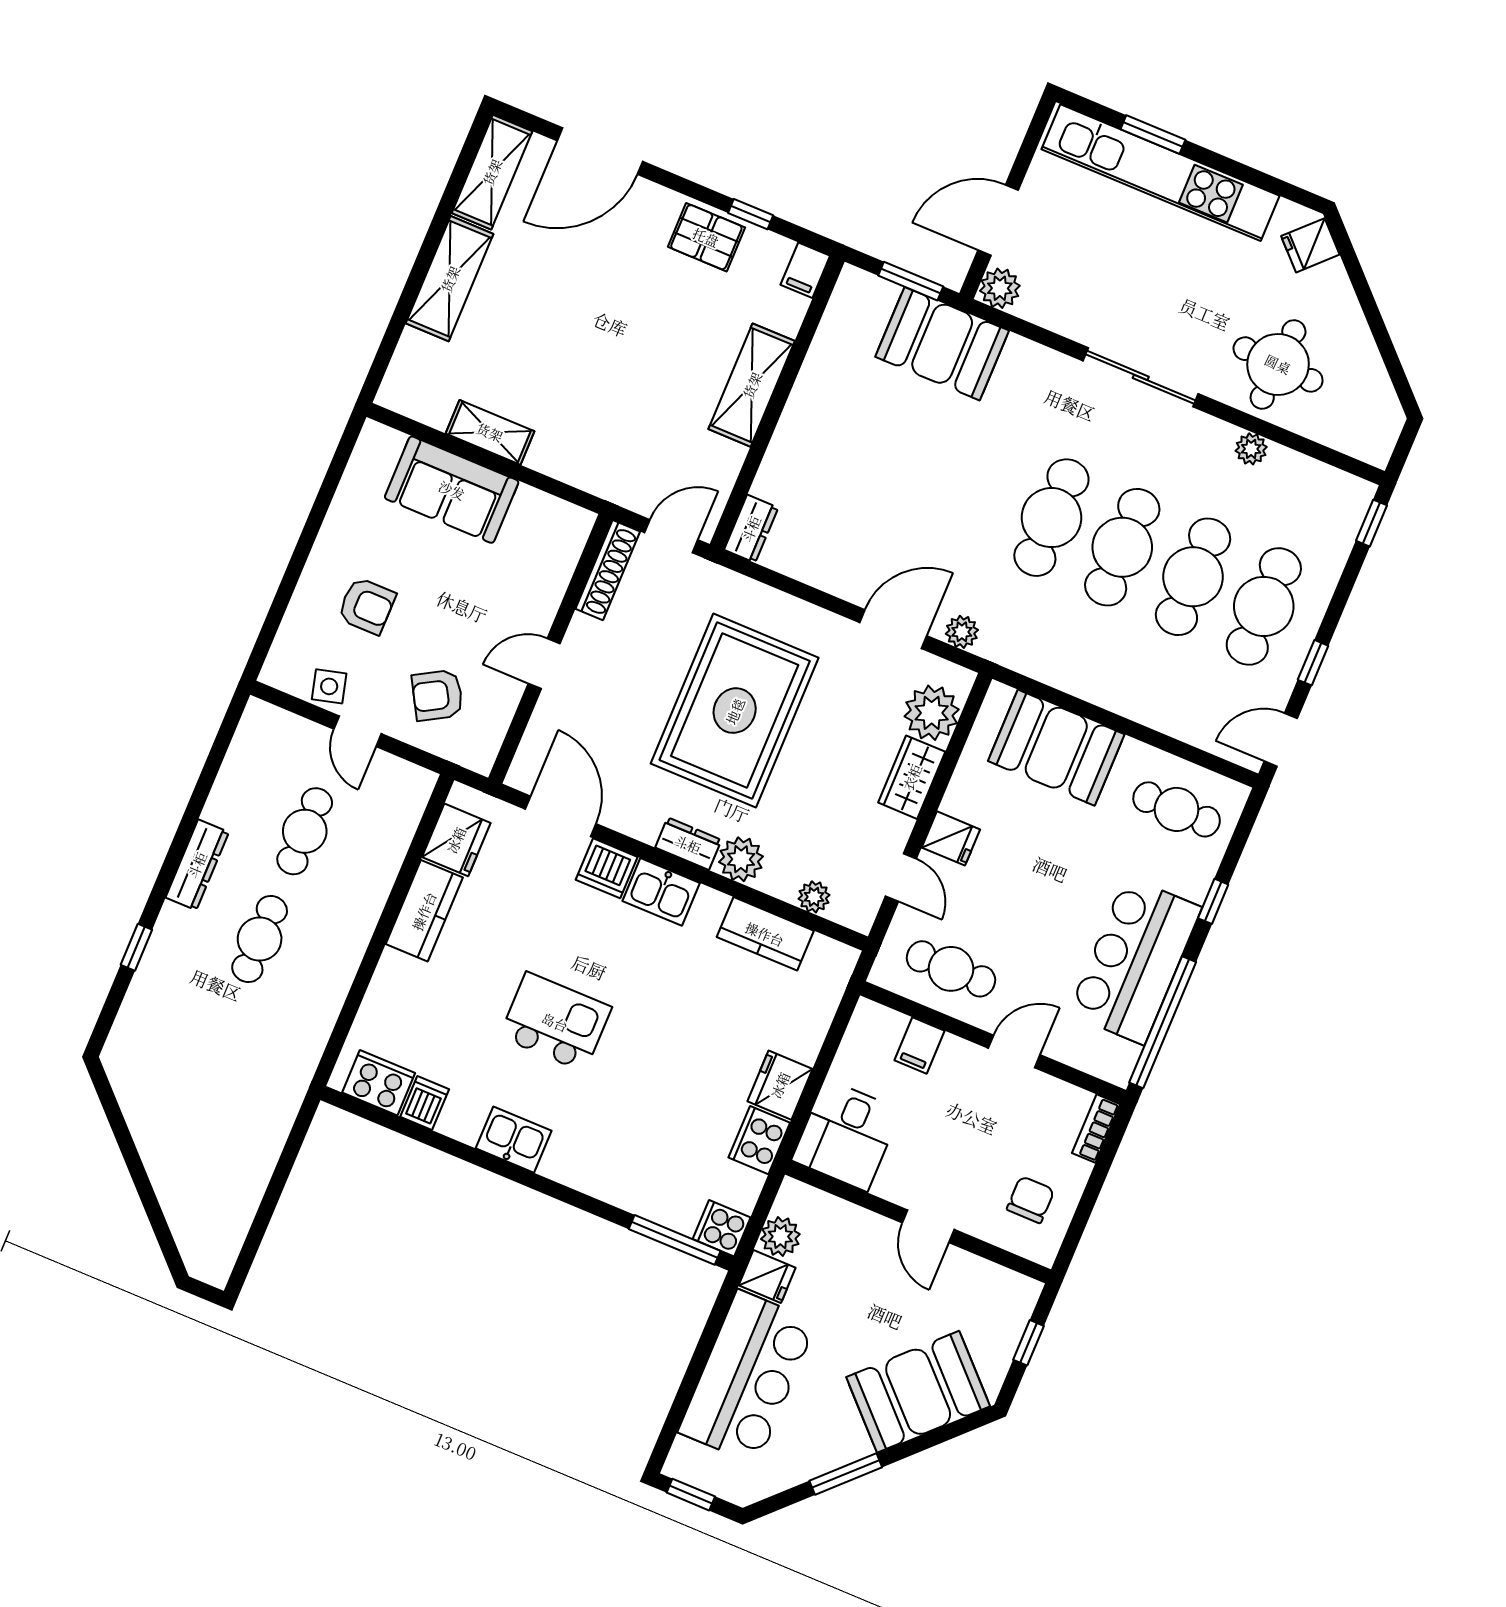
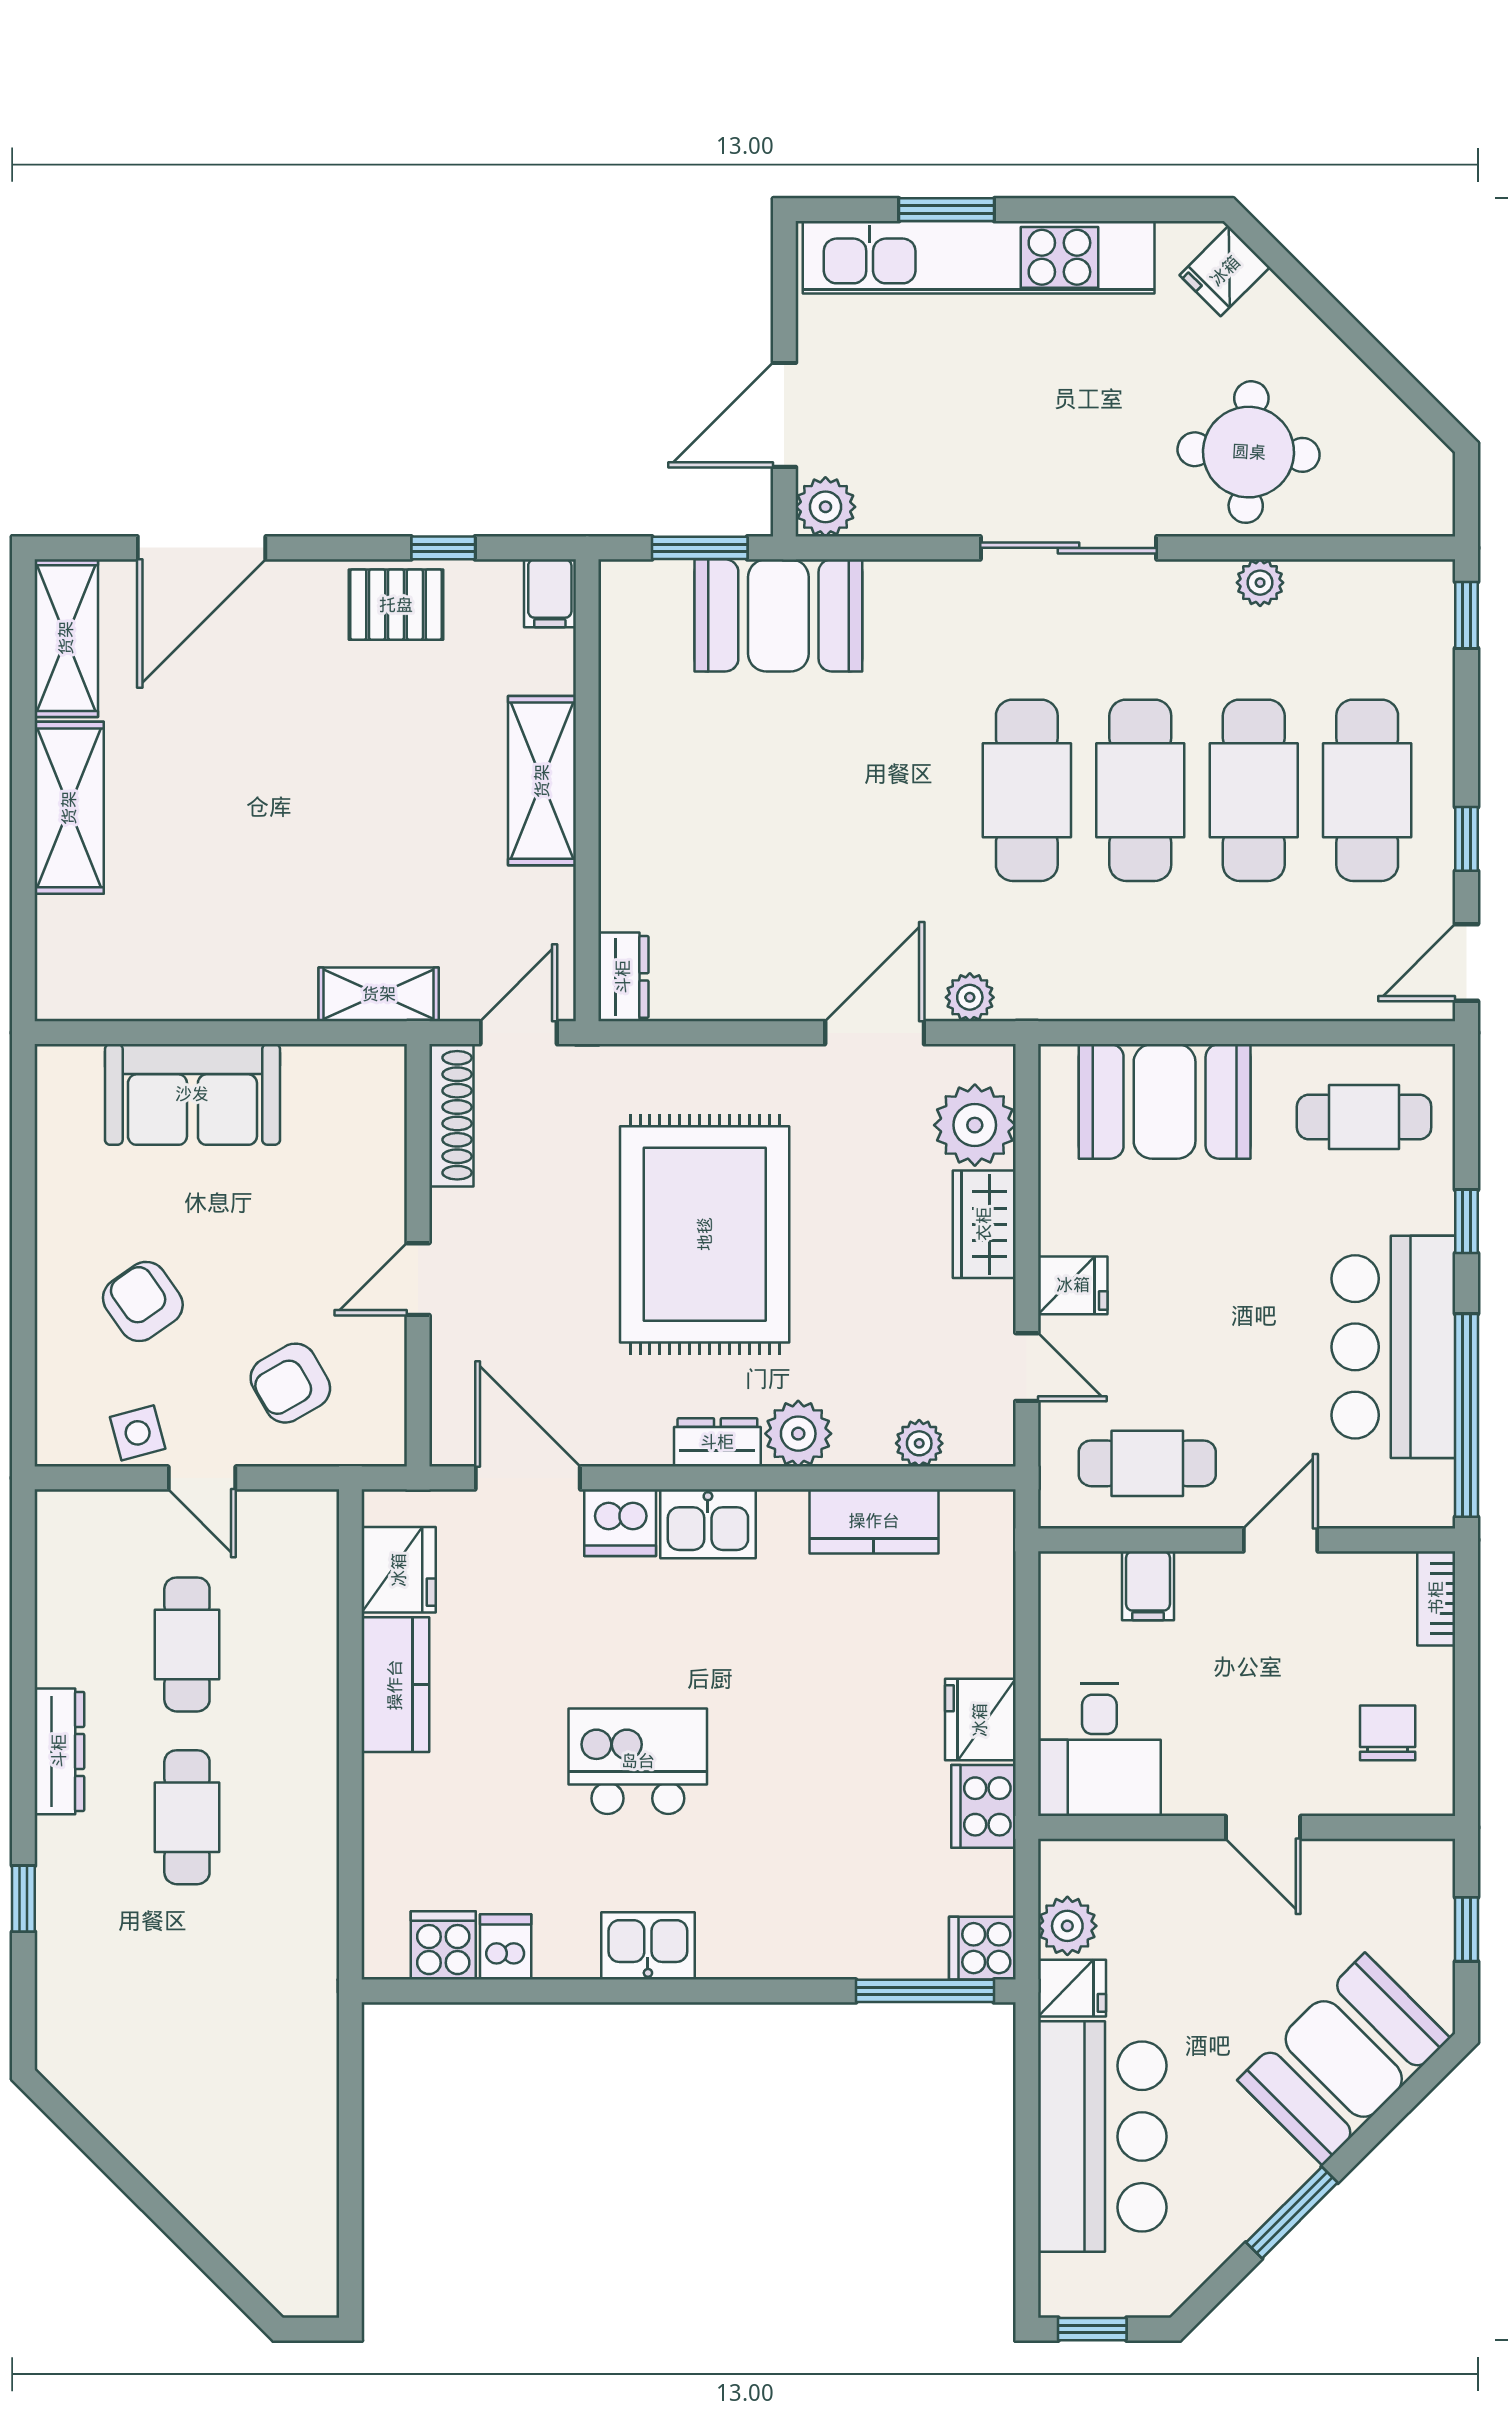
shelving: (490, 432) -> (379, 994), moved
armchair: (367, 606) -> (143, 1301), turned -125
cooker: (379, 1083) -> (443, 1945), width x0.73

